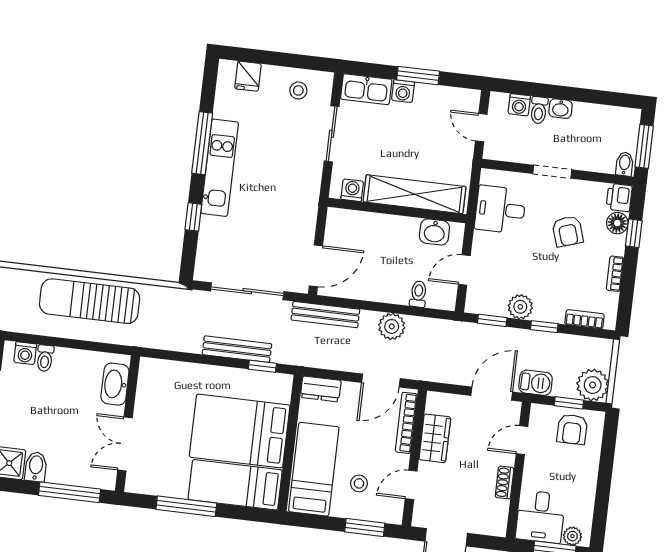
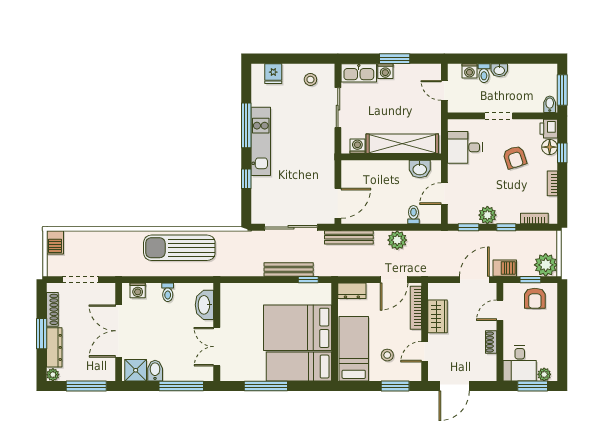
toilet: (45, 358) -> (168, 292), moved

